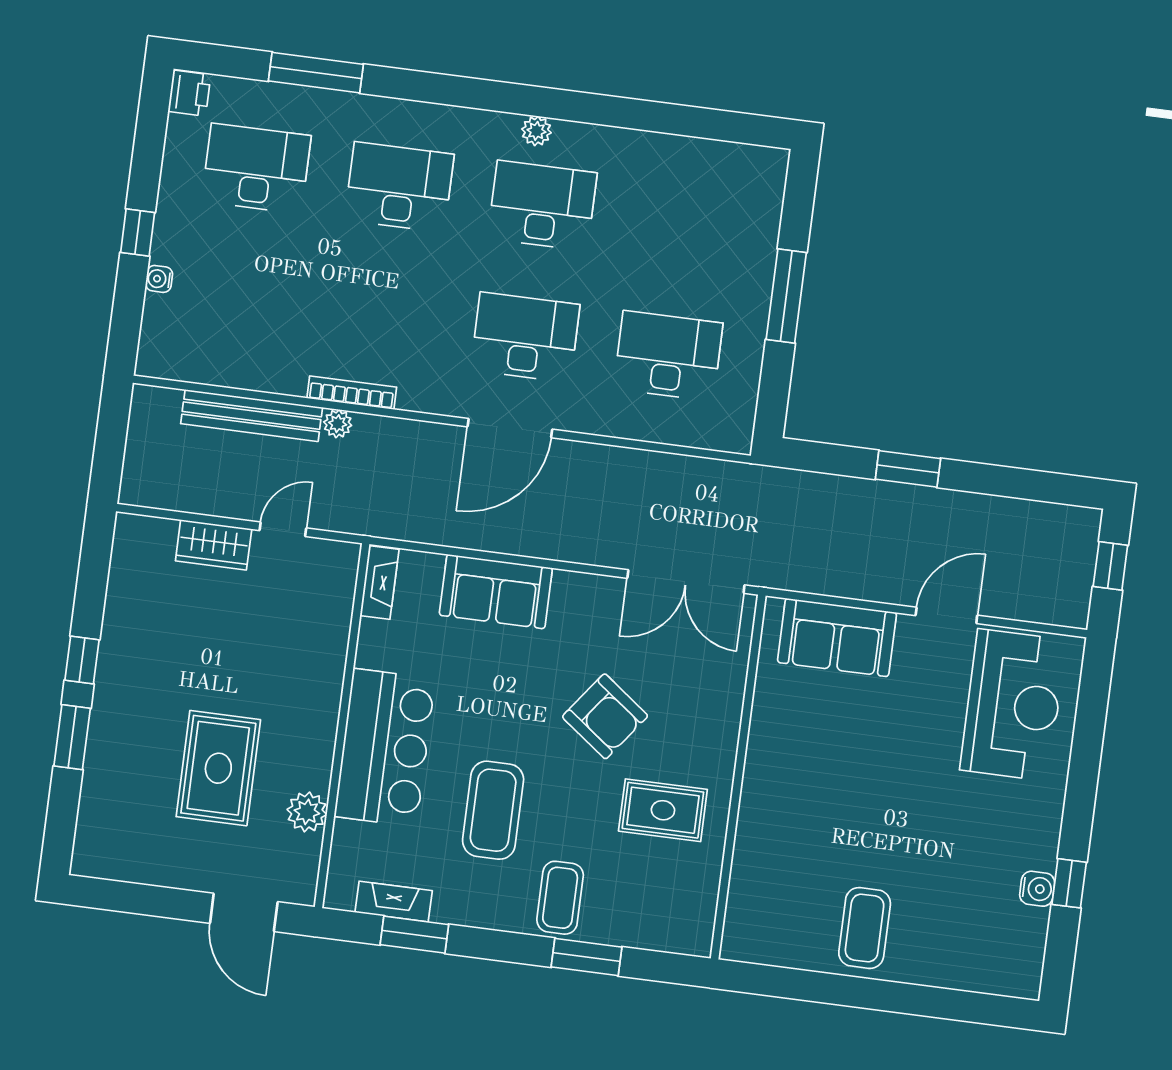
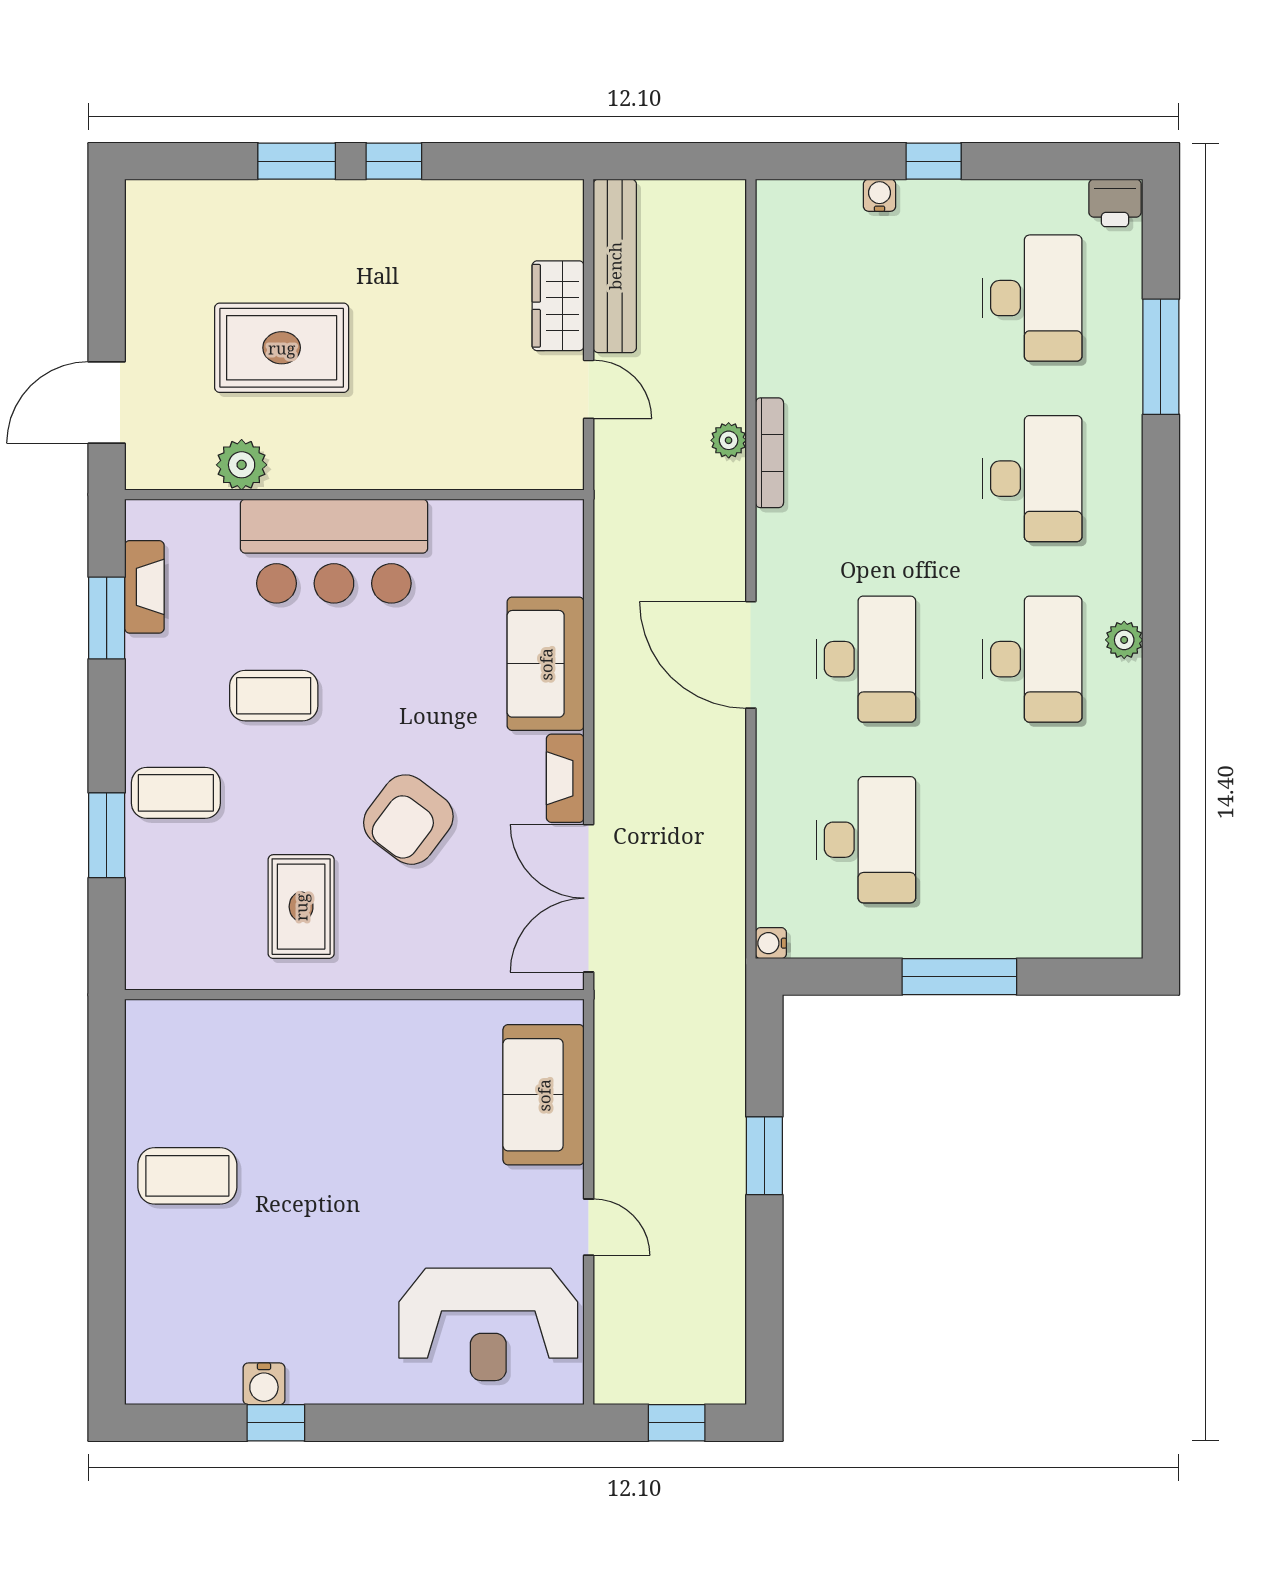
bench: (252, 416) -> (615, 266), moved
water cooler: (740, 442) -> (771, 943), added
fireplace: (380, 583) -> (565, 778), moved, turned 90
door: (946, 615) -> (589, 1227), width x0.73
coffee table: (493, 810) -> (274, 696), width x0.73, depth x0.76

